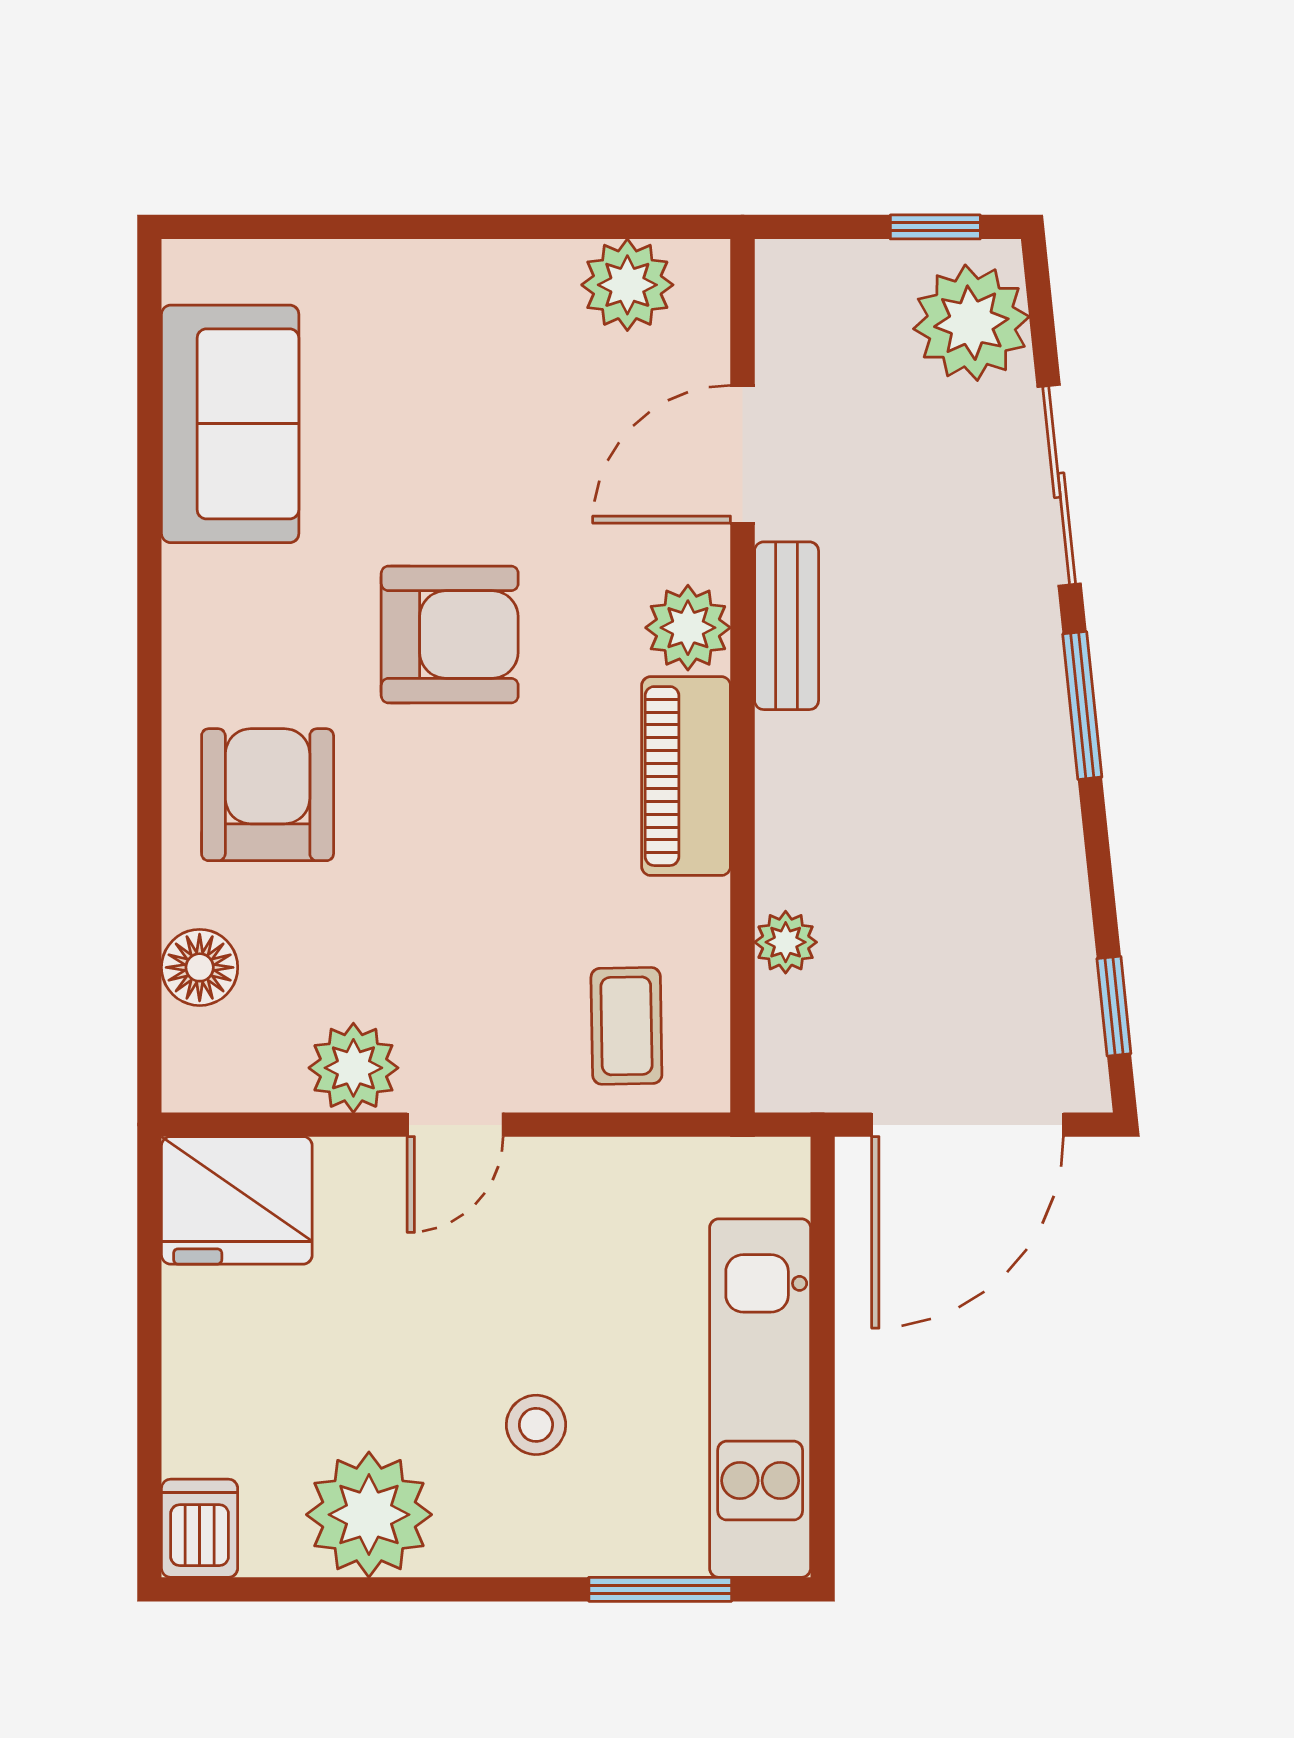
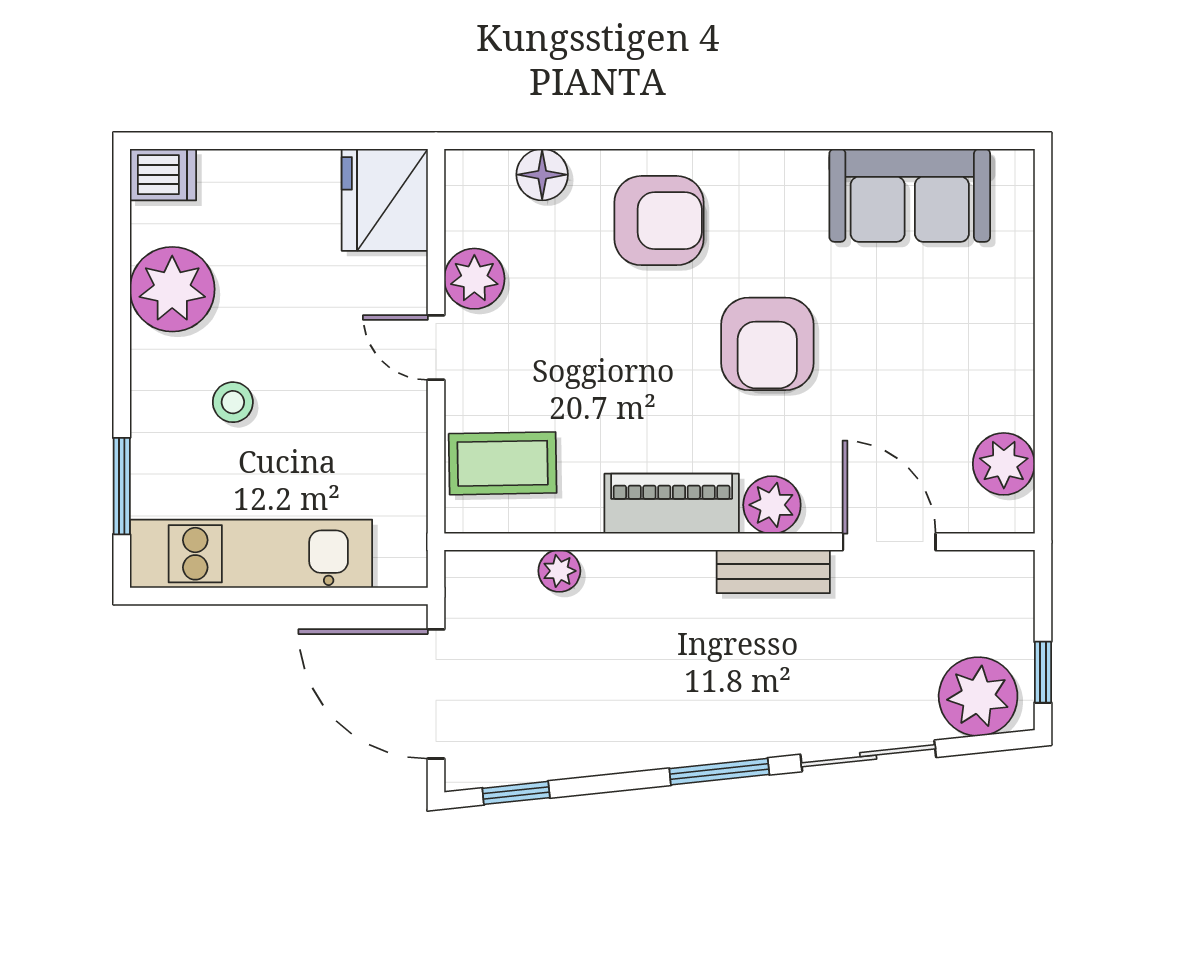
coffee table: (626, 1026) -> (503, 463), width x1.36, depth x1.30

